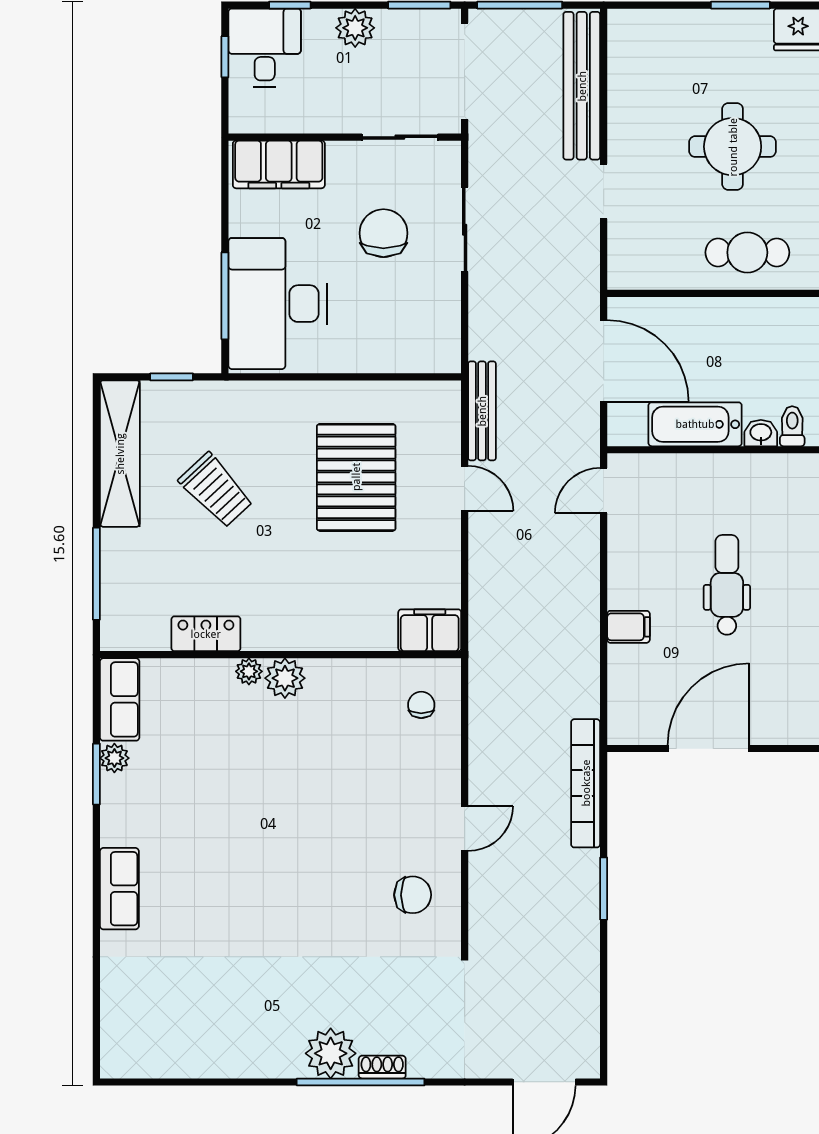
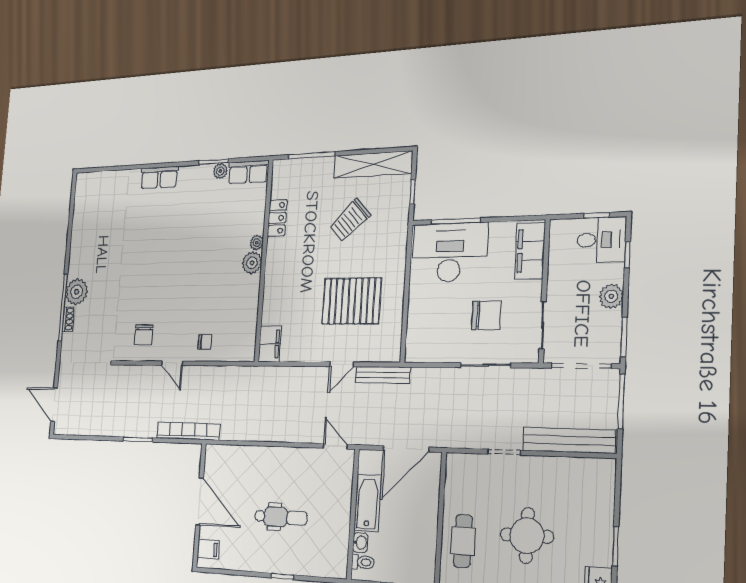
filing cabinet: (628, 627) -> (208, 549), moved, turned -90
chair: (421, 705) -> (205, 342), moved

